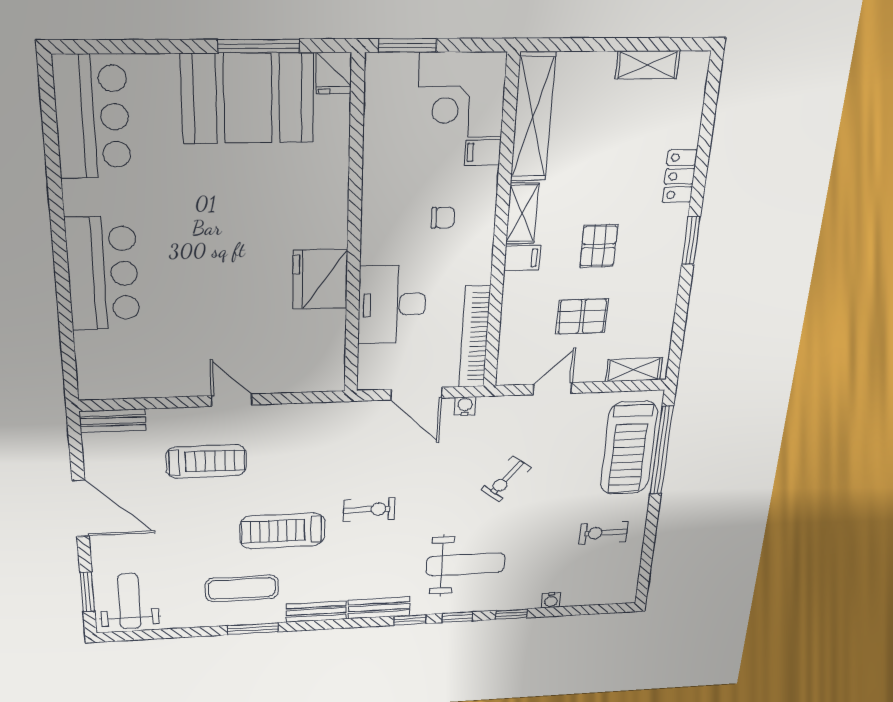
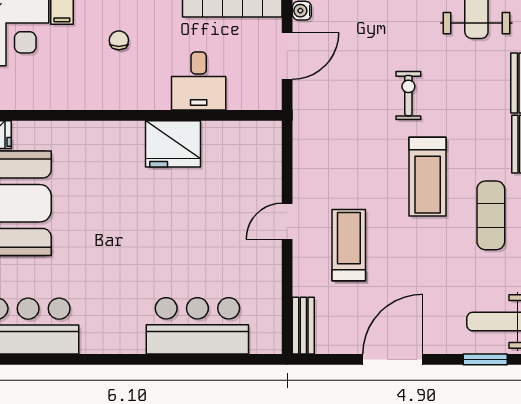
bar counter: (103, 274) -> (197, 326), moved
desk: (392, 305) -> (199, 81), width x0.73

